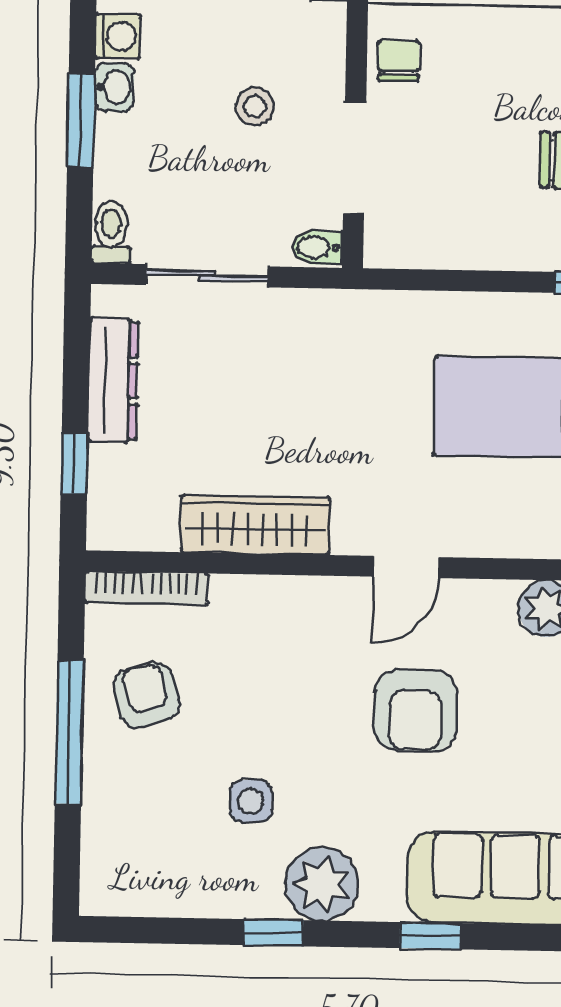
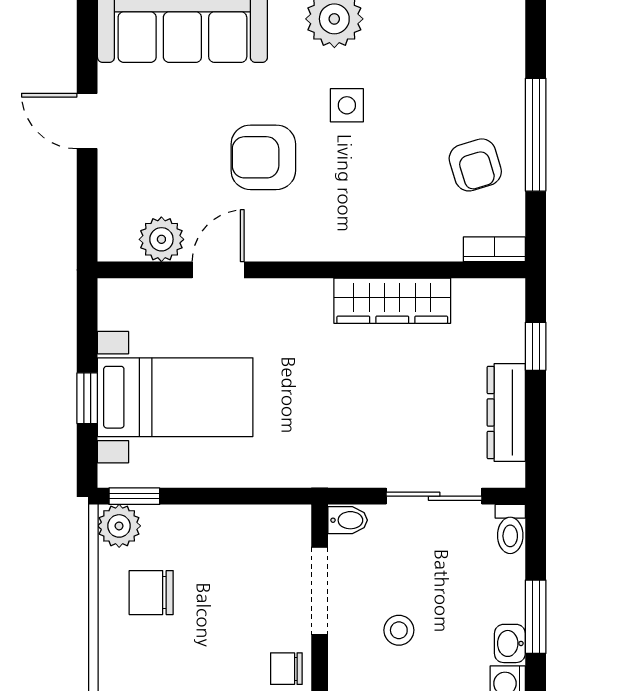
chair: (399, 60) -> (286, 669), turned 90
door: (406, 567) -> (218, 270), moved
bookcase: (147, 588) -> (494, 249), width x0.64
armchair: (415, 710) -> (263, 157), turned -90
side table: (251, 801) -> (347, 105), moved

